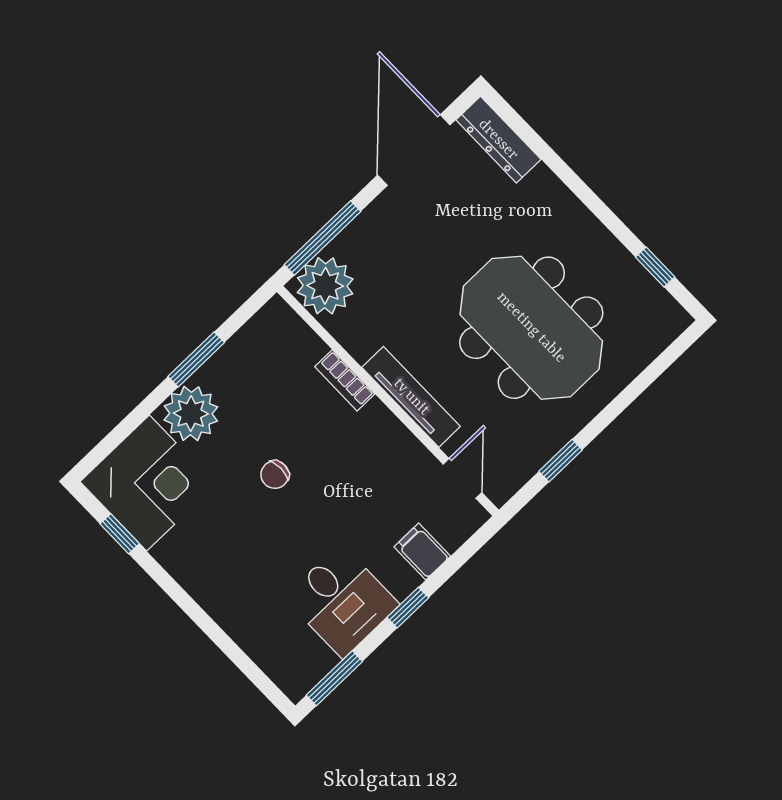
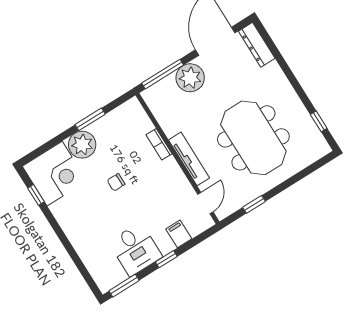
plant: (325, 286) -> (190, 78), moved

